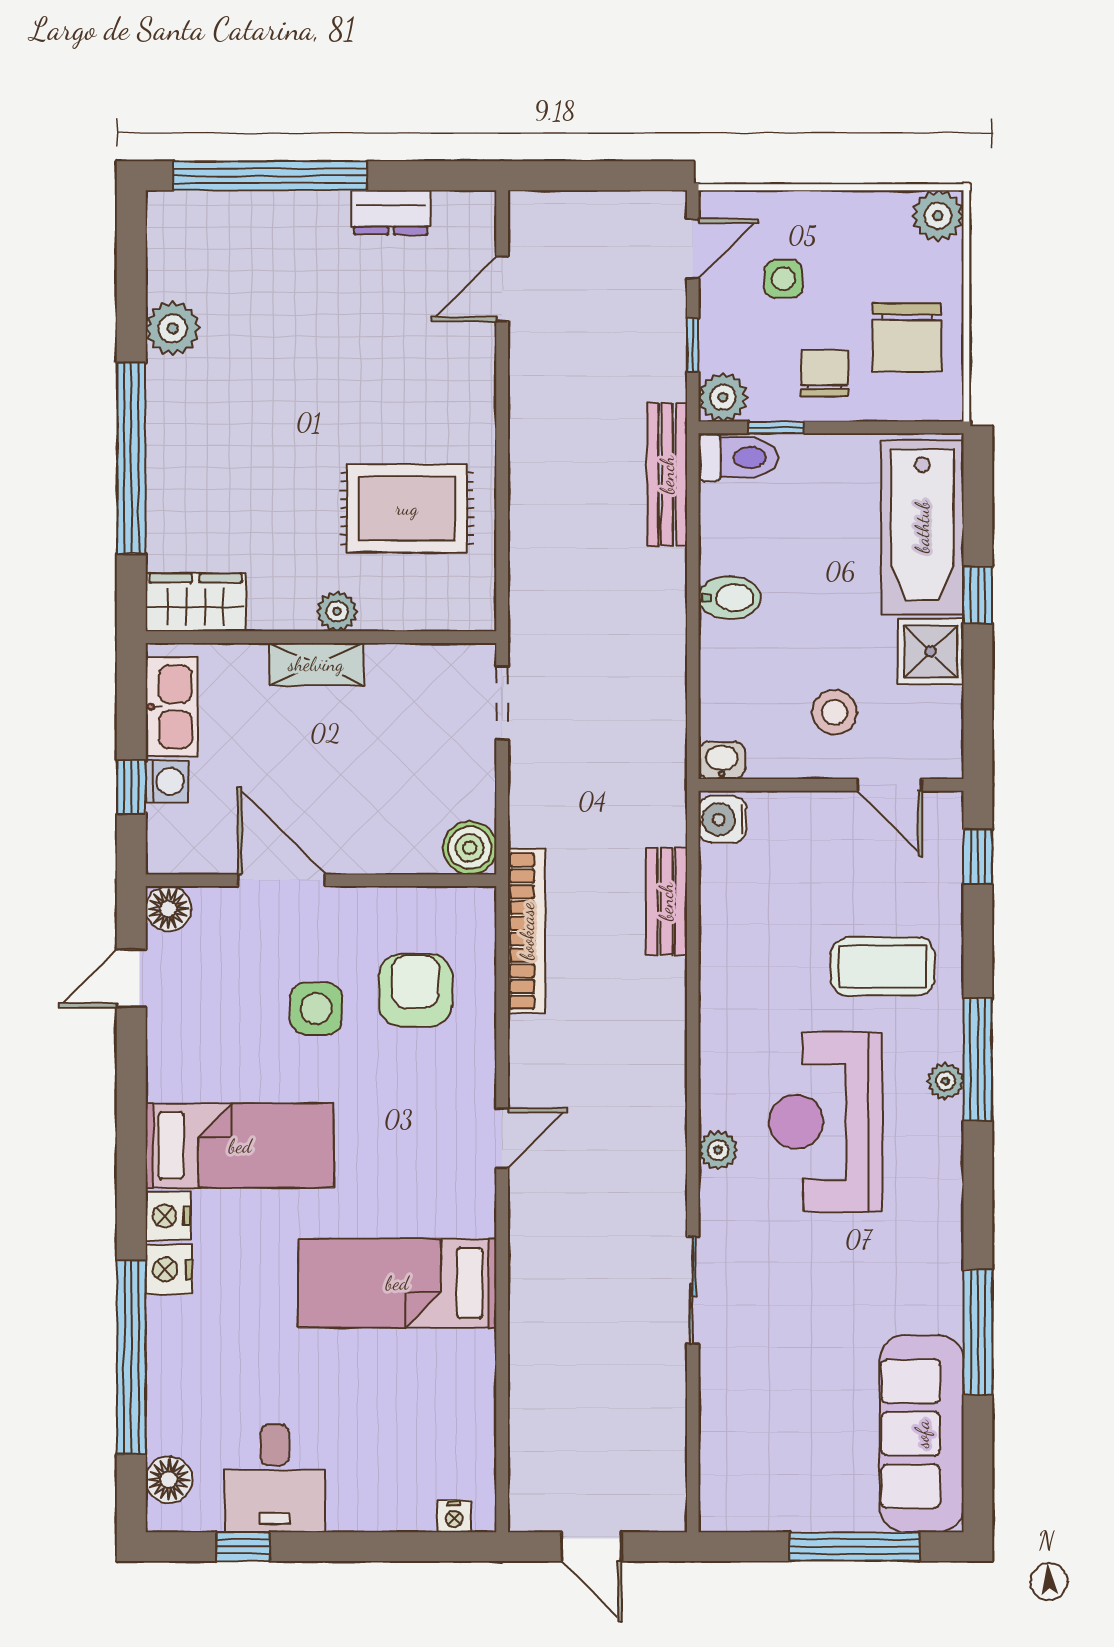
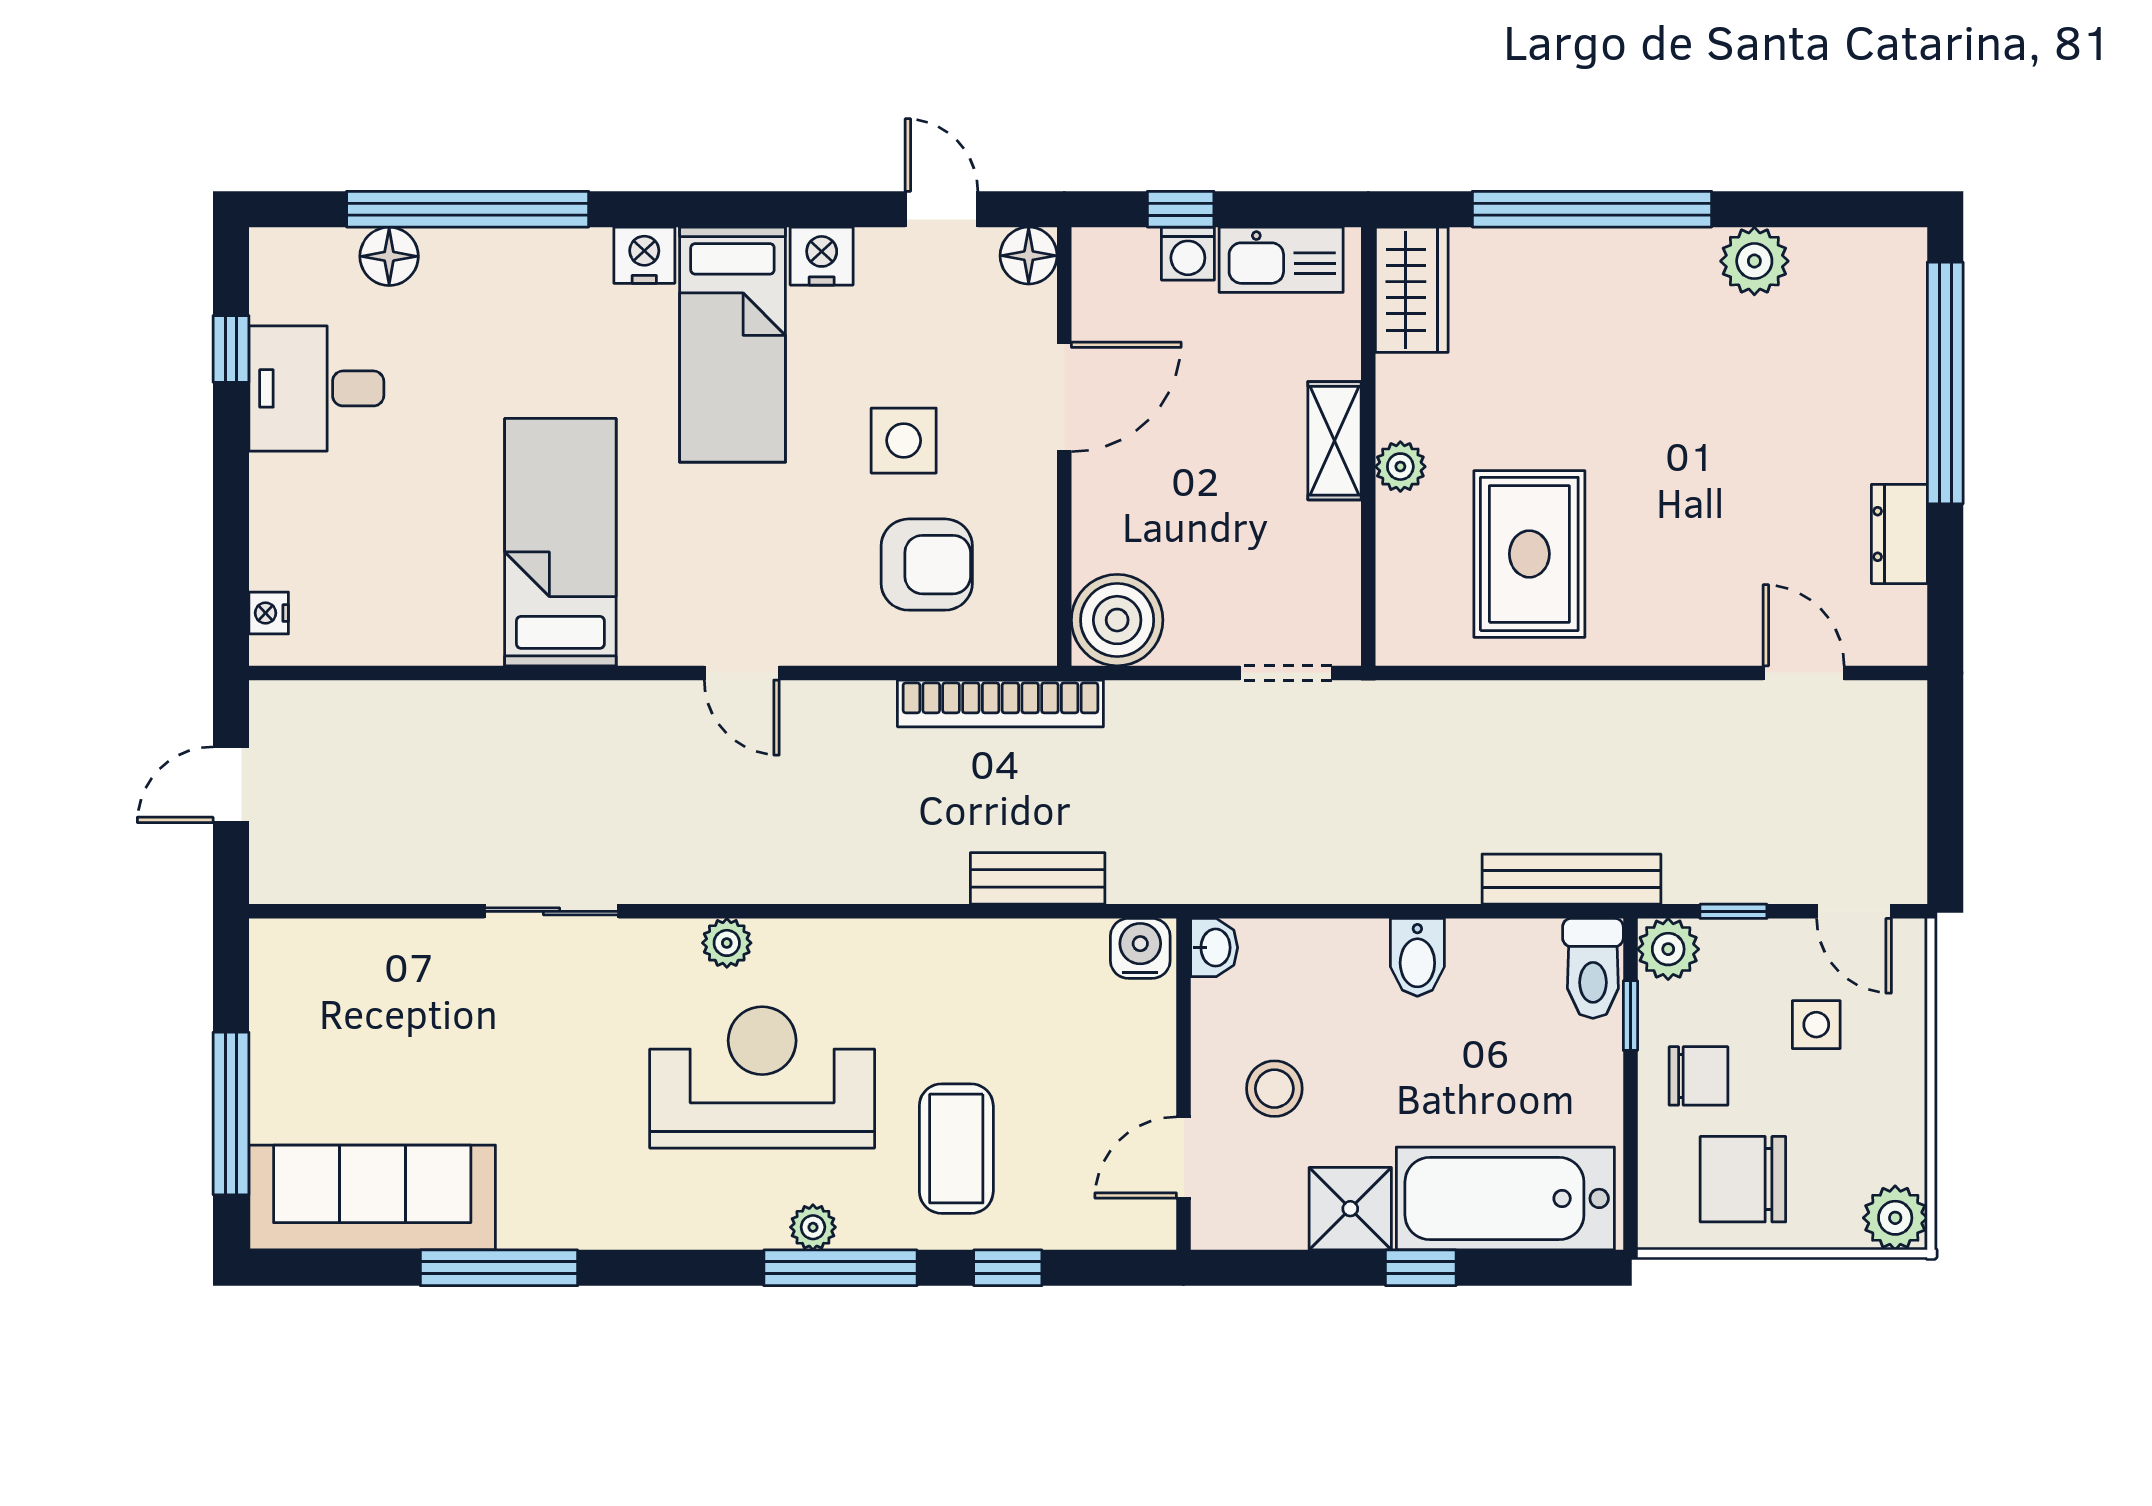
boiler: (470, 848) -> (1117, 620), width x1.37, depth x1.37
window: (978, 857) -> (1008, 1268), moved
nightstand: (169, 1269) -> (822, 256), moved
floor lamp: (169, 1480) -> (389, 256), moved

